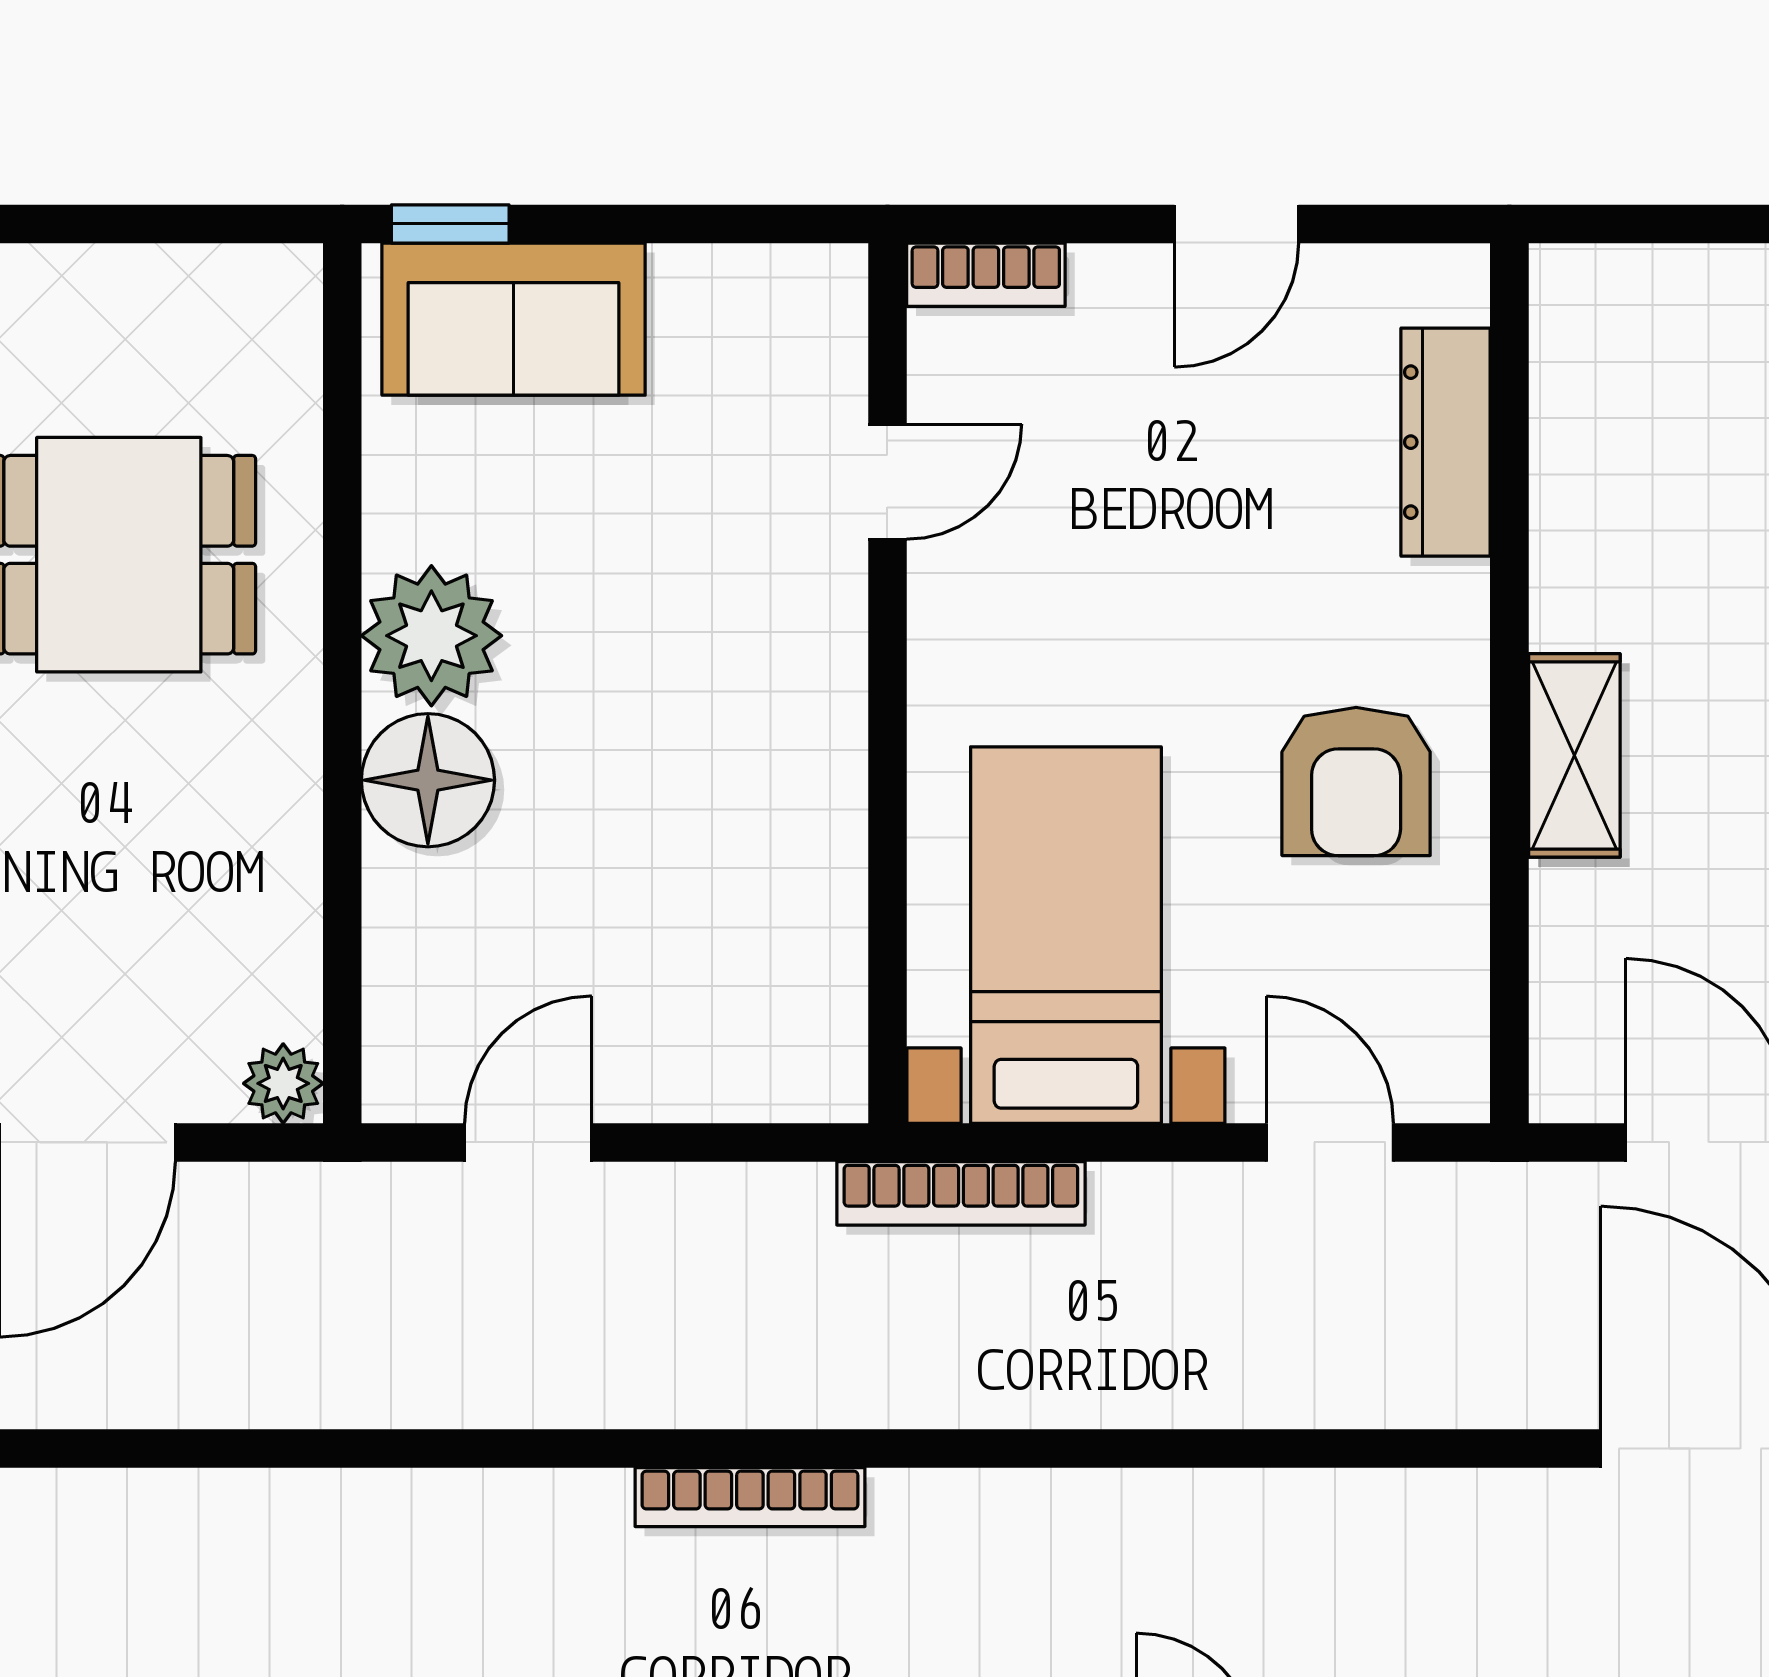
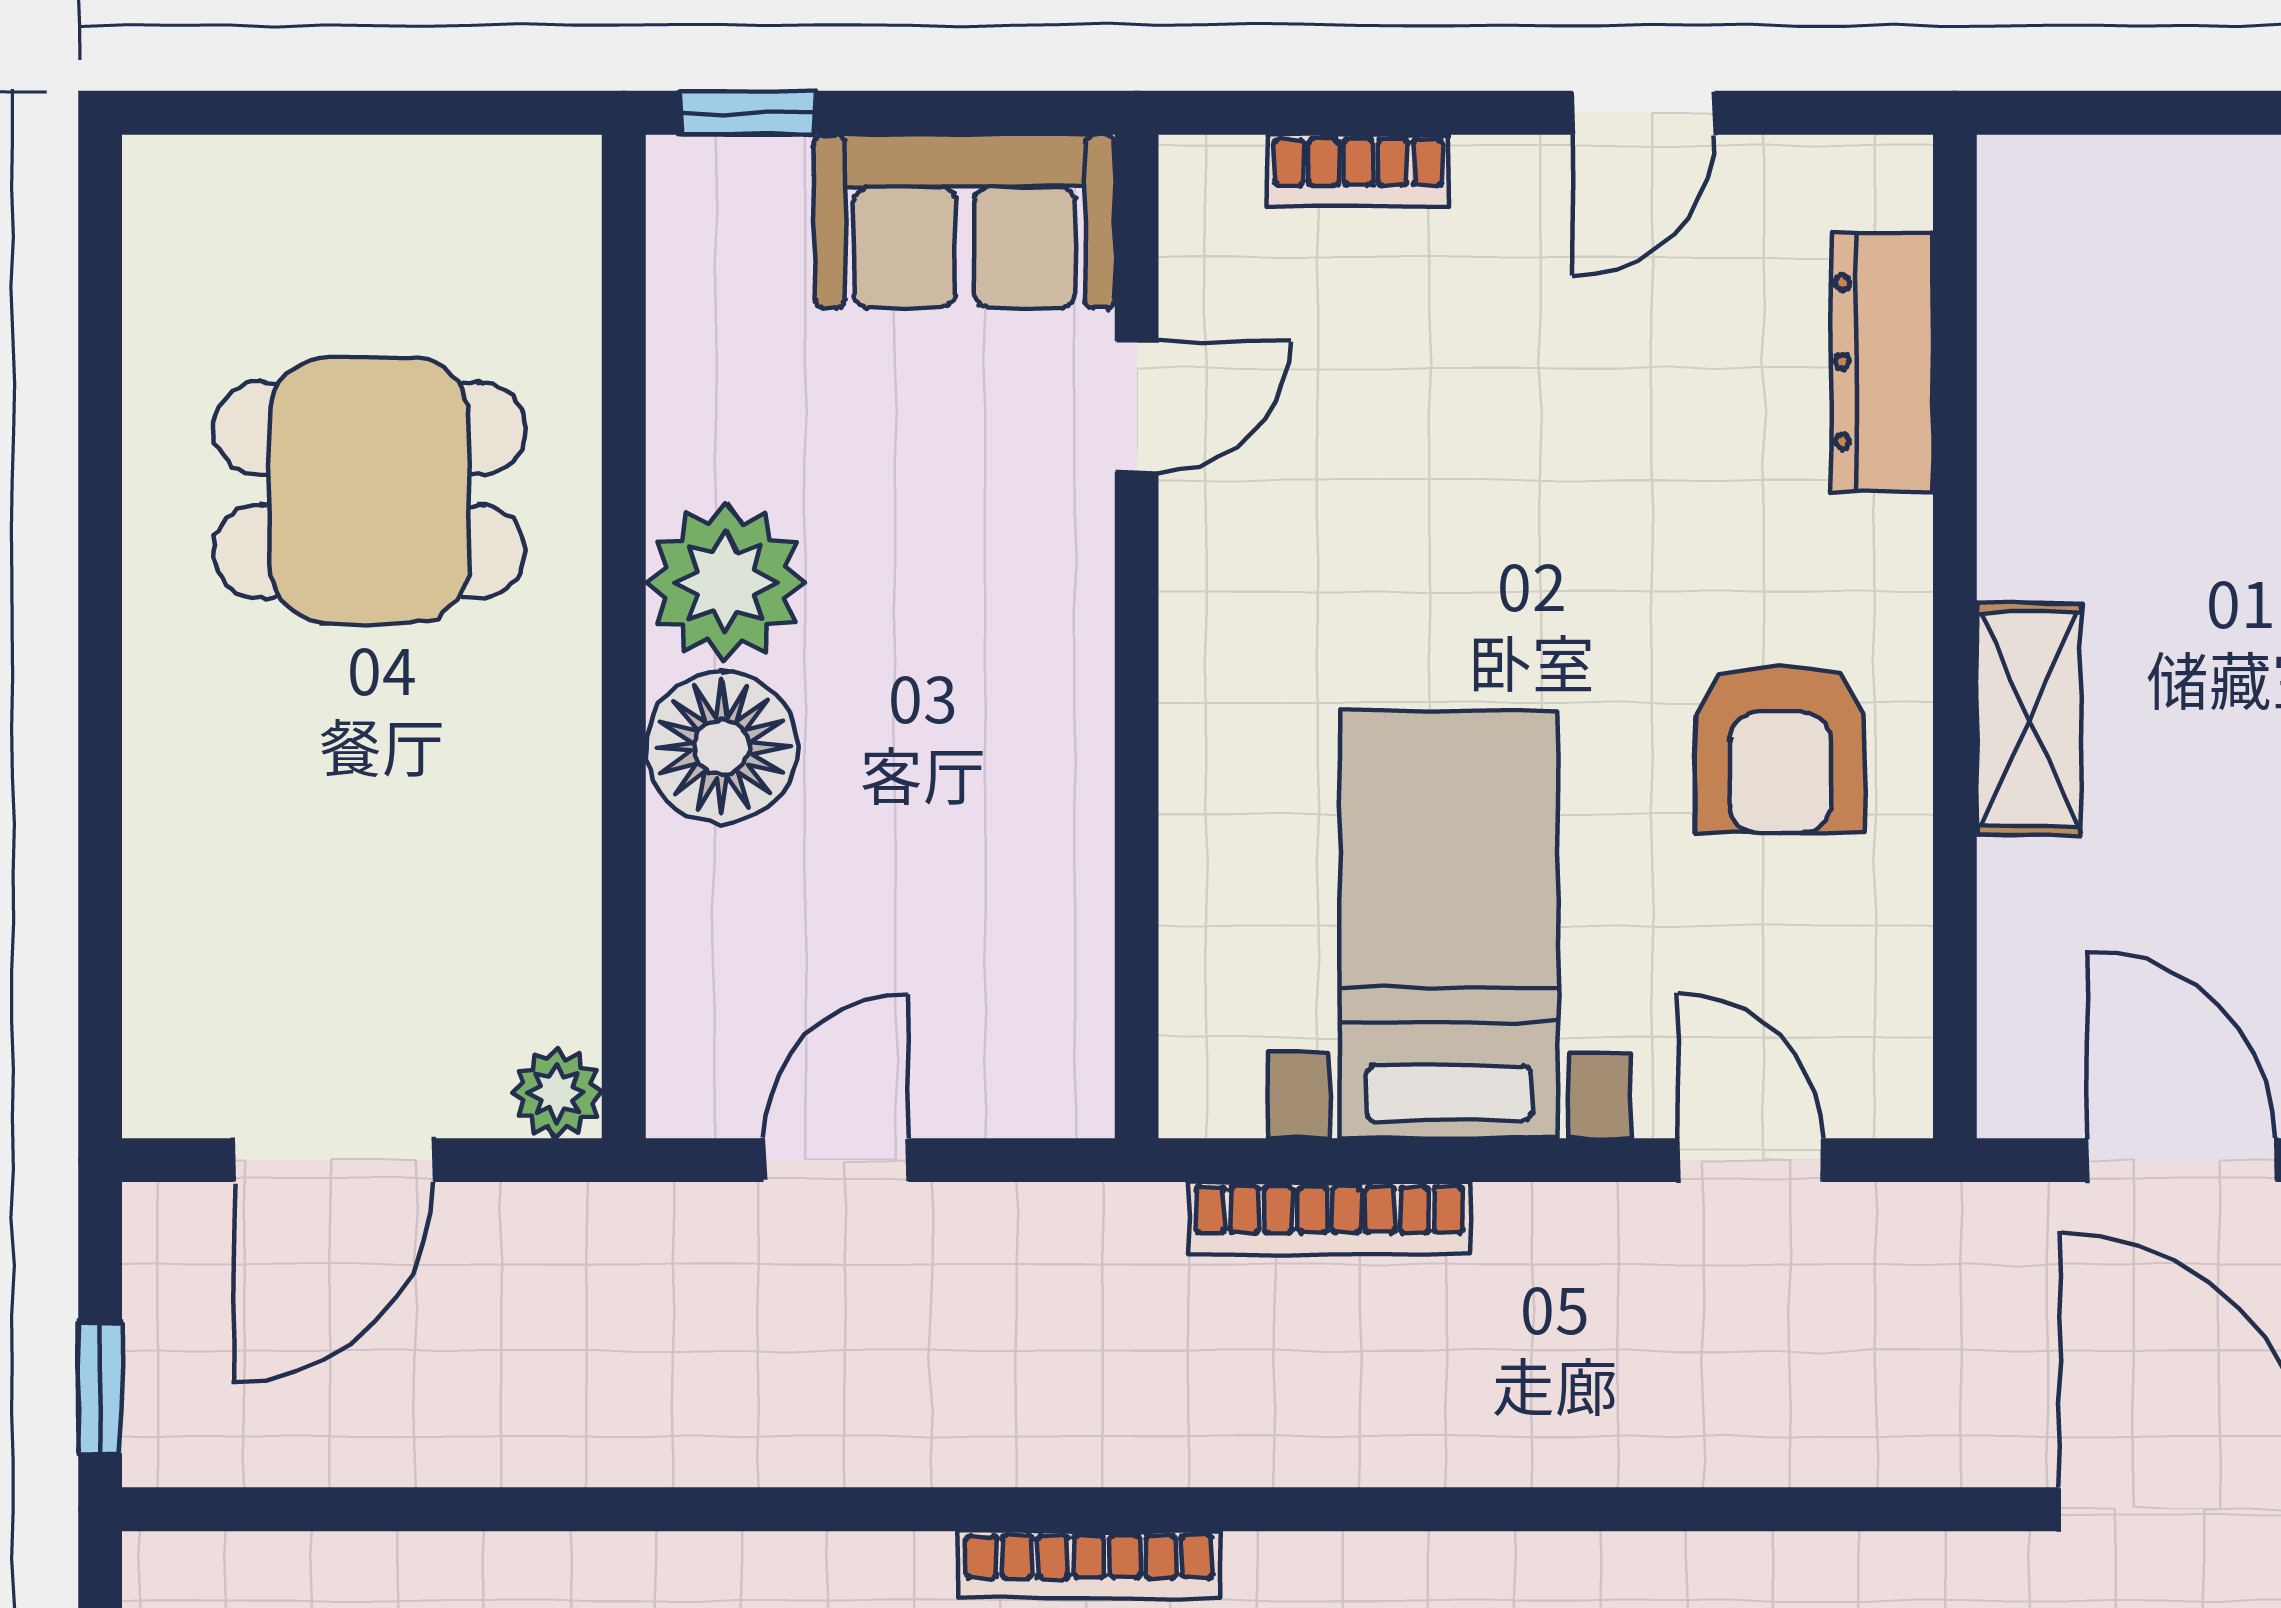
sofa: (514, 319) -> (965, 221), moved
door: (887, 482) -> (1137, 407), moved
wall: (887, 683) -> (1137, 636), moved

